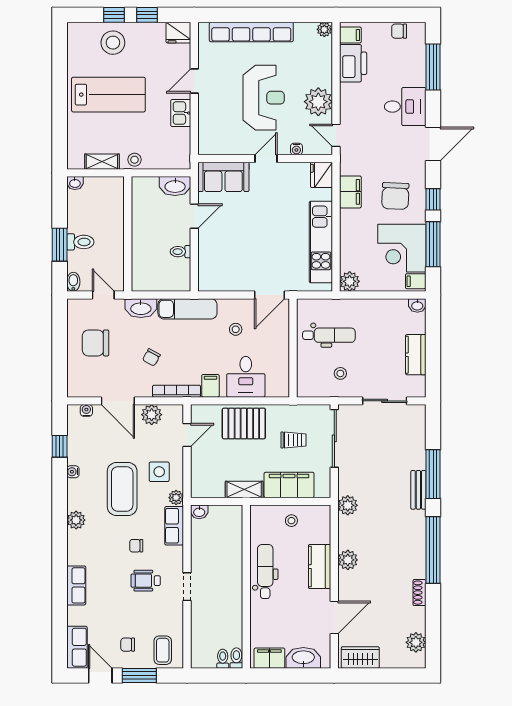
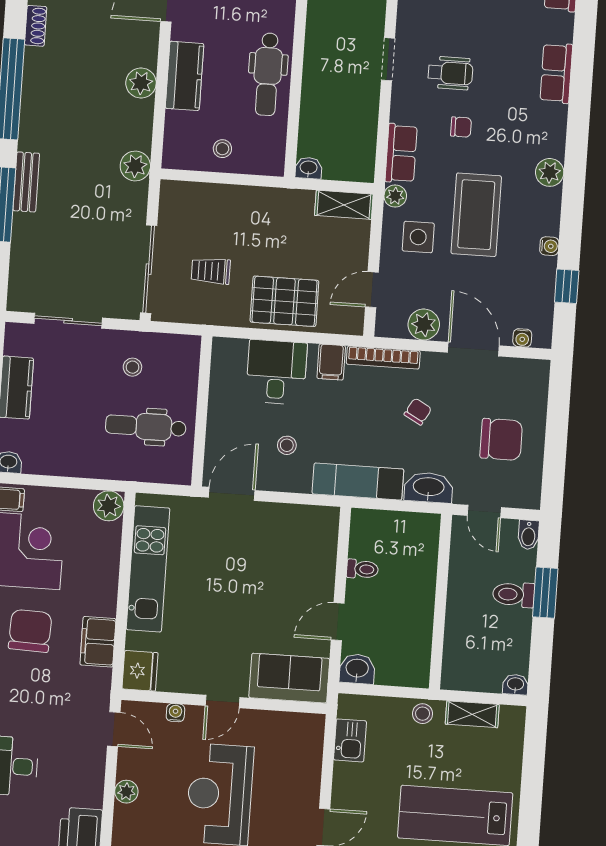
plant: (318, 102) -> (126, 792), width x0.53, depth x0.53
kitchen sink: (181, 113) -> (350, 740), moved
washbasin: (175, 186) -> (357, 669), width x0.72
filing cabinet: (289, 485) -> (222, 203), removed
shelving: (244, 489) -> (344, 205), moved
washbasin: (199, 512) -> (309, 168), moved

